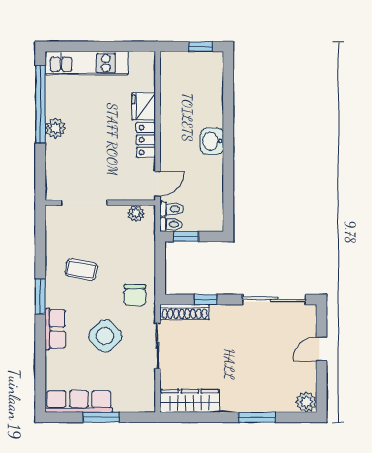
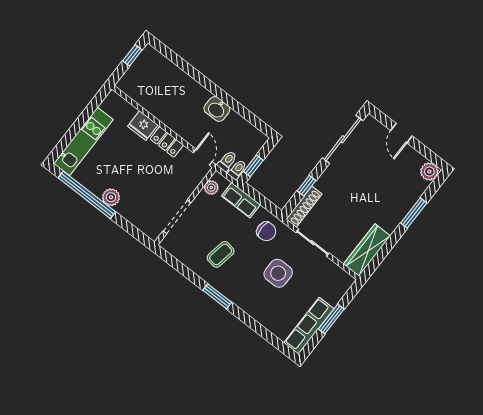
washbasin: (212, 141) -> (217, 109), moved
row of seats: (55, 329) -> (241, 200), moved, turned 180
side table: (105, 336) -> (278, 273), turned 45

